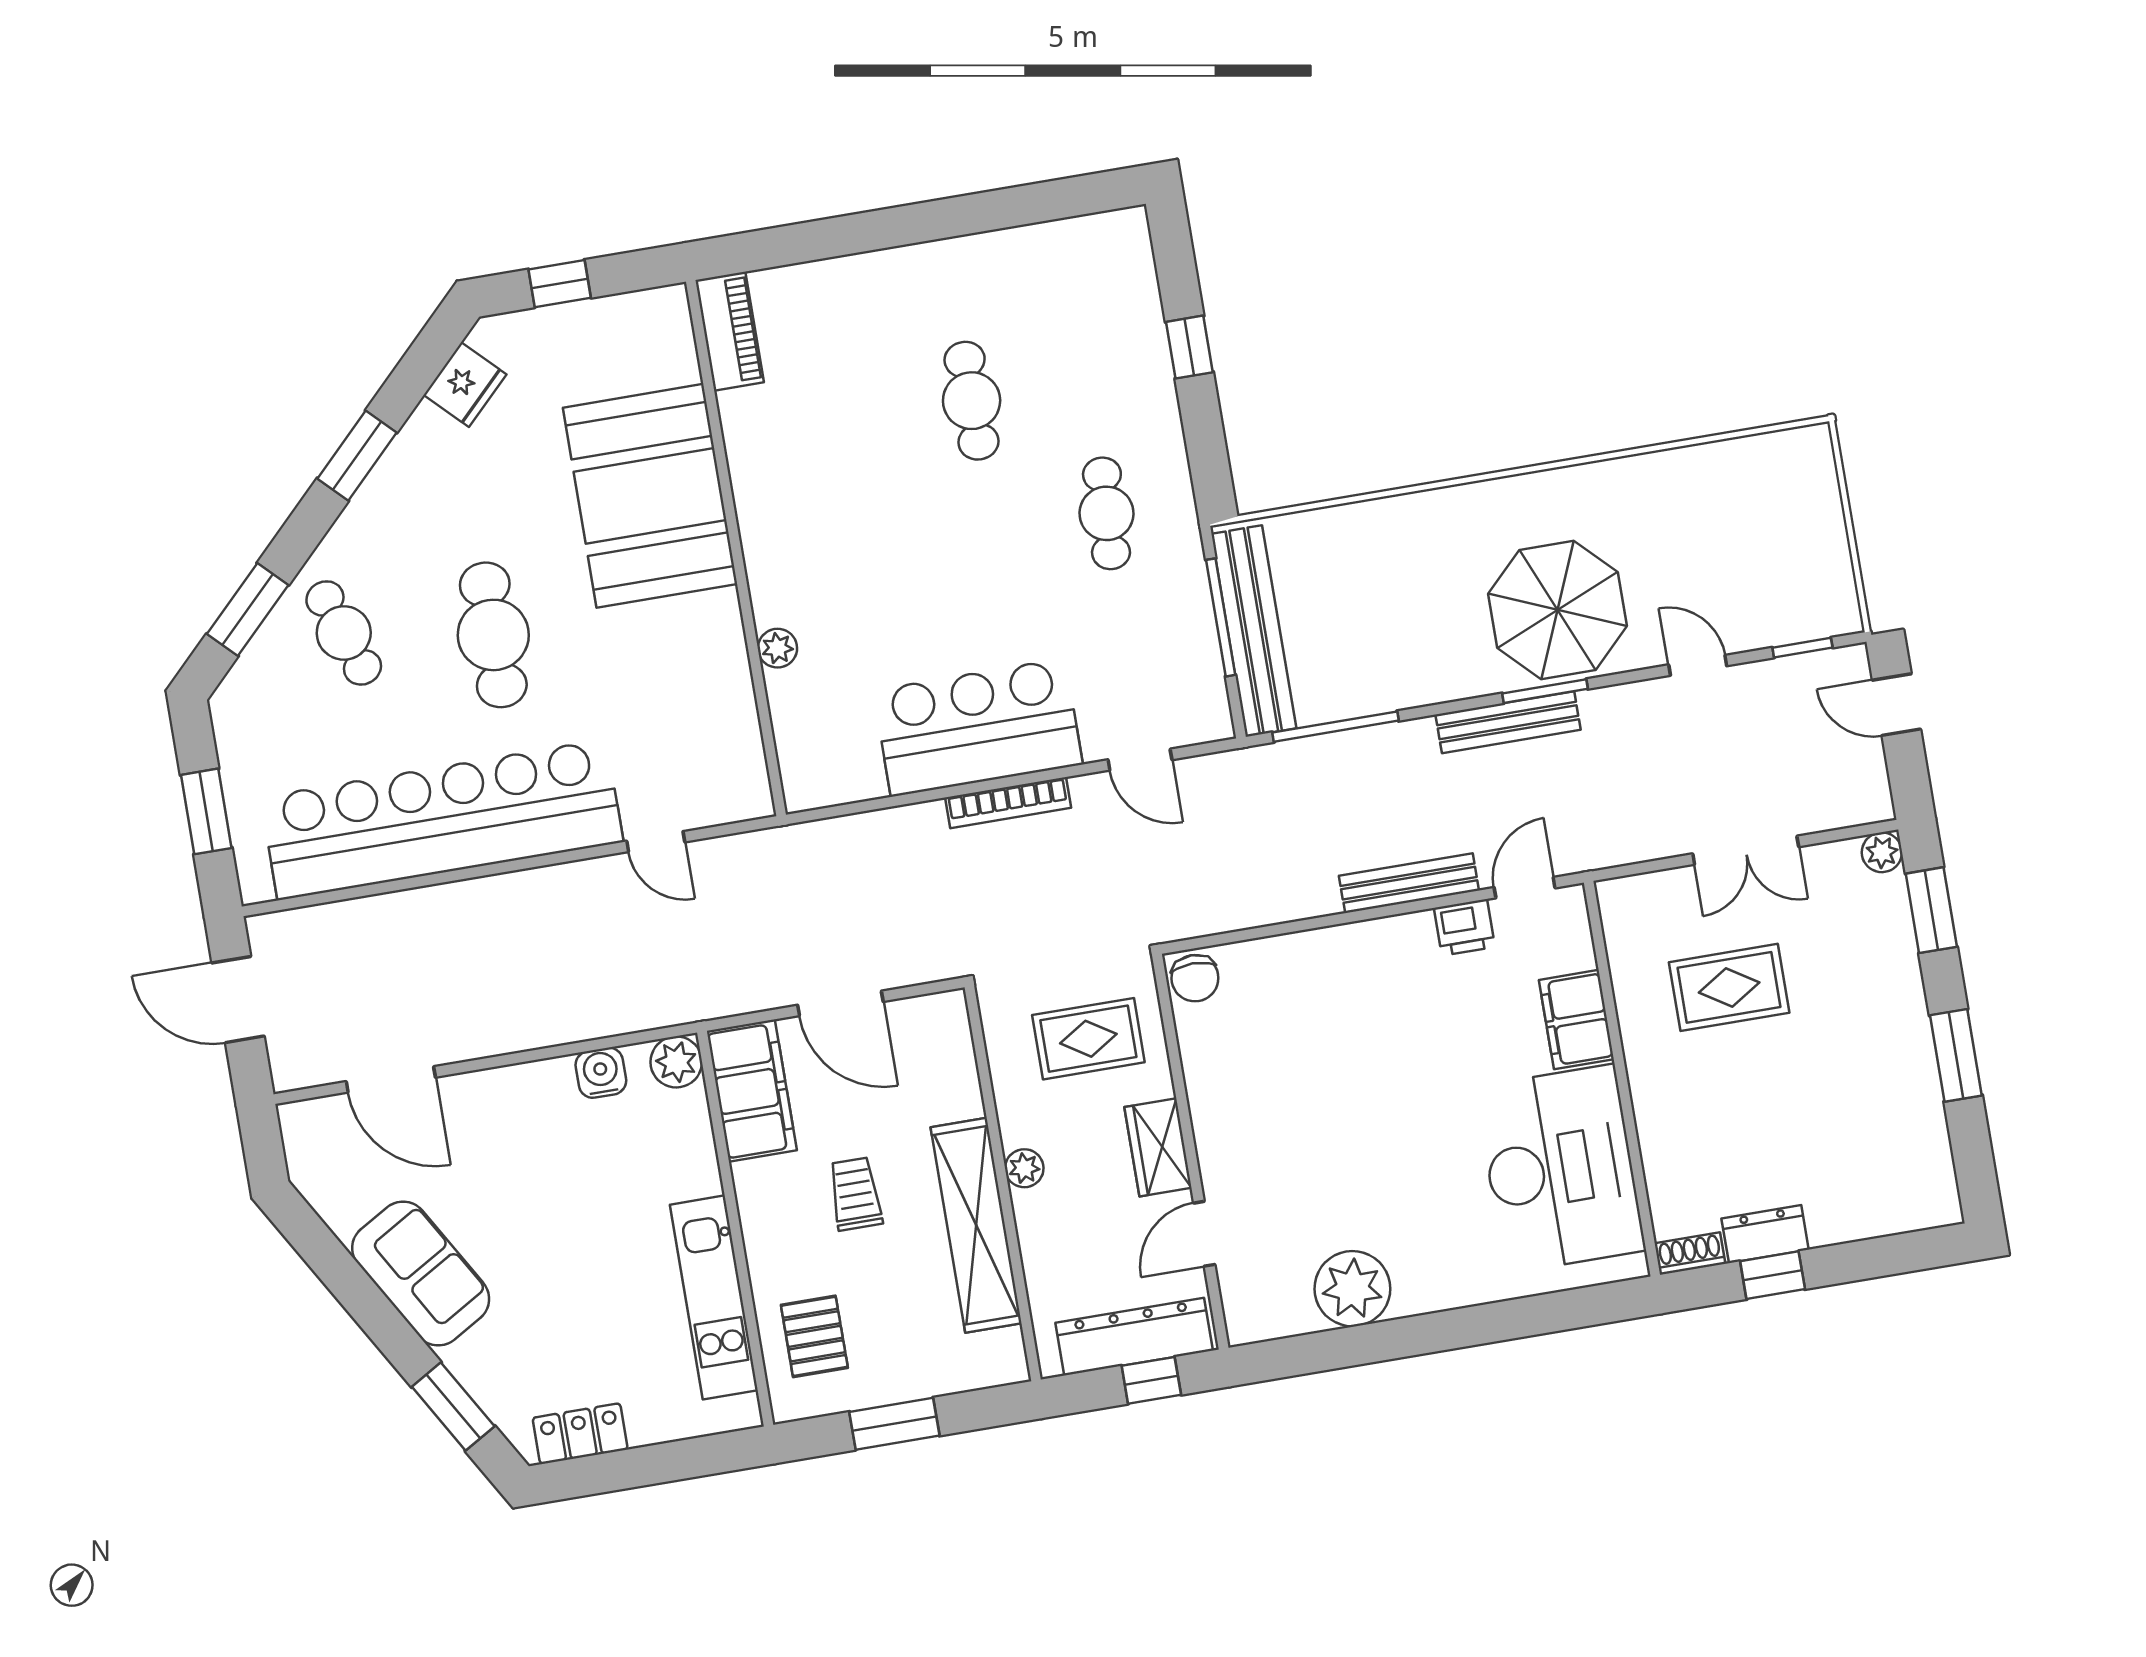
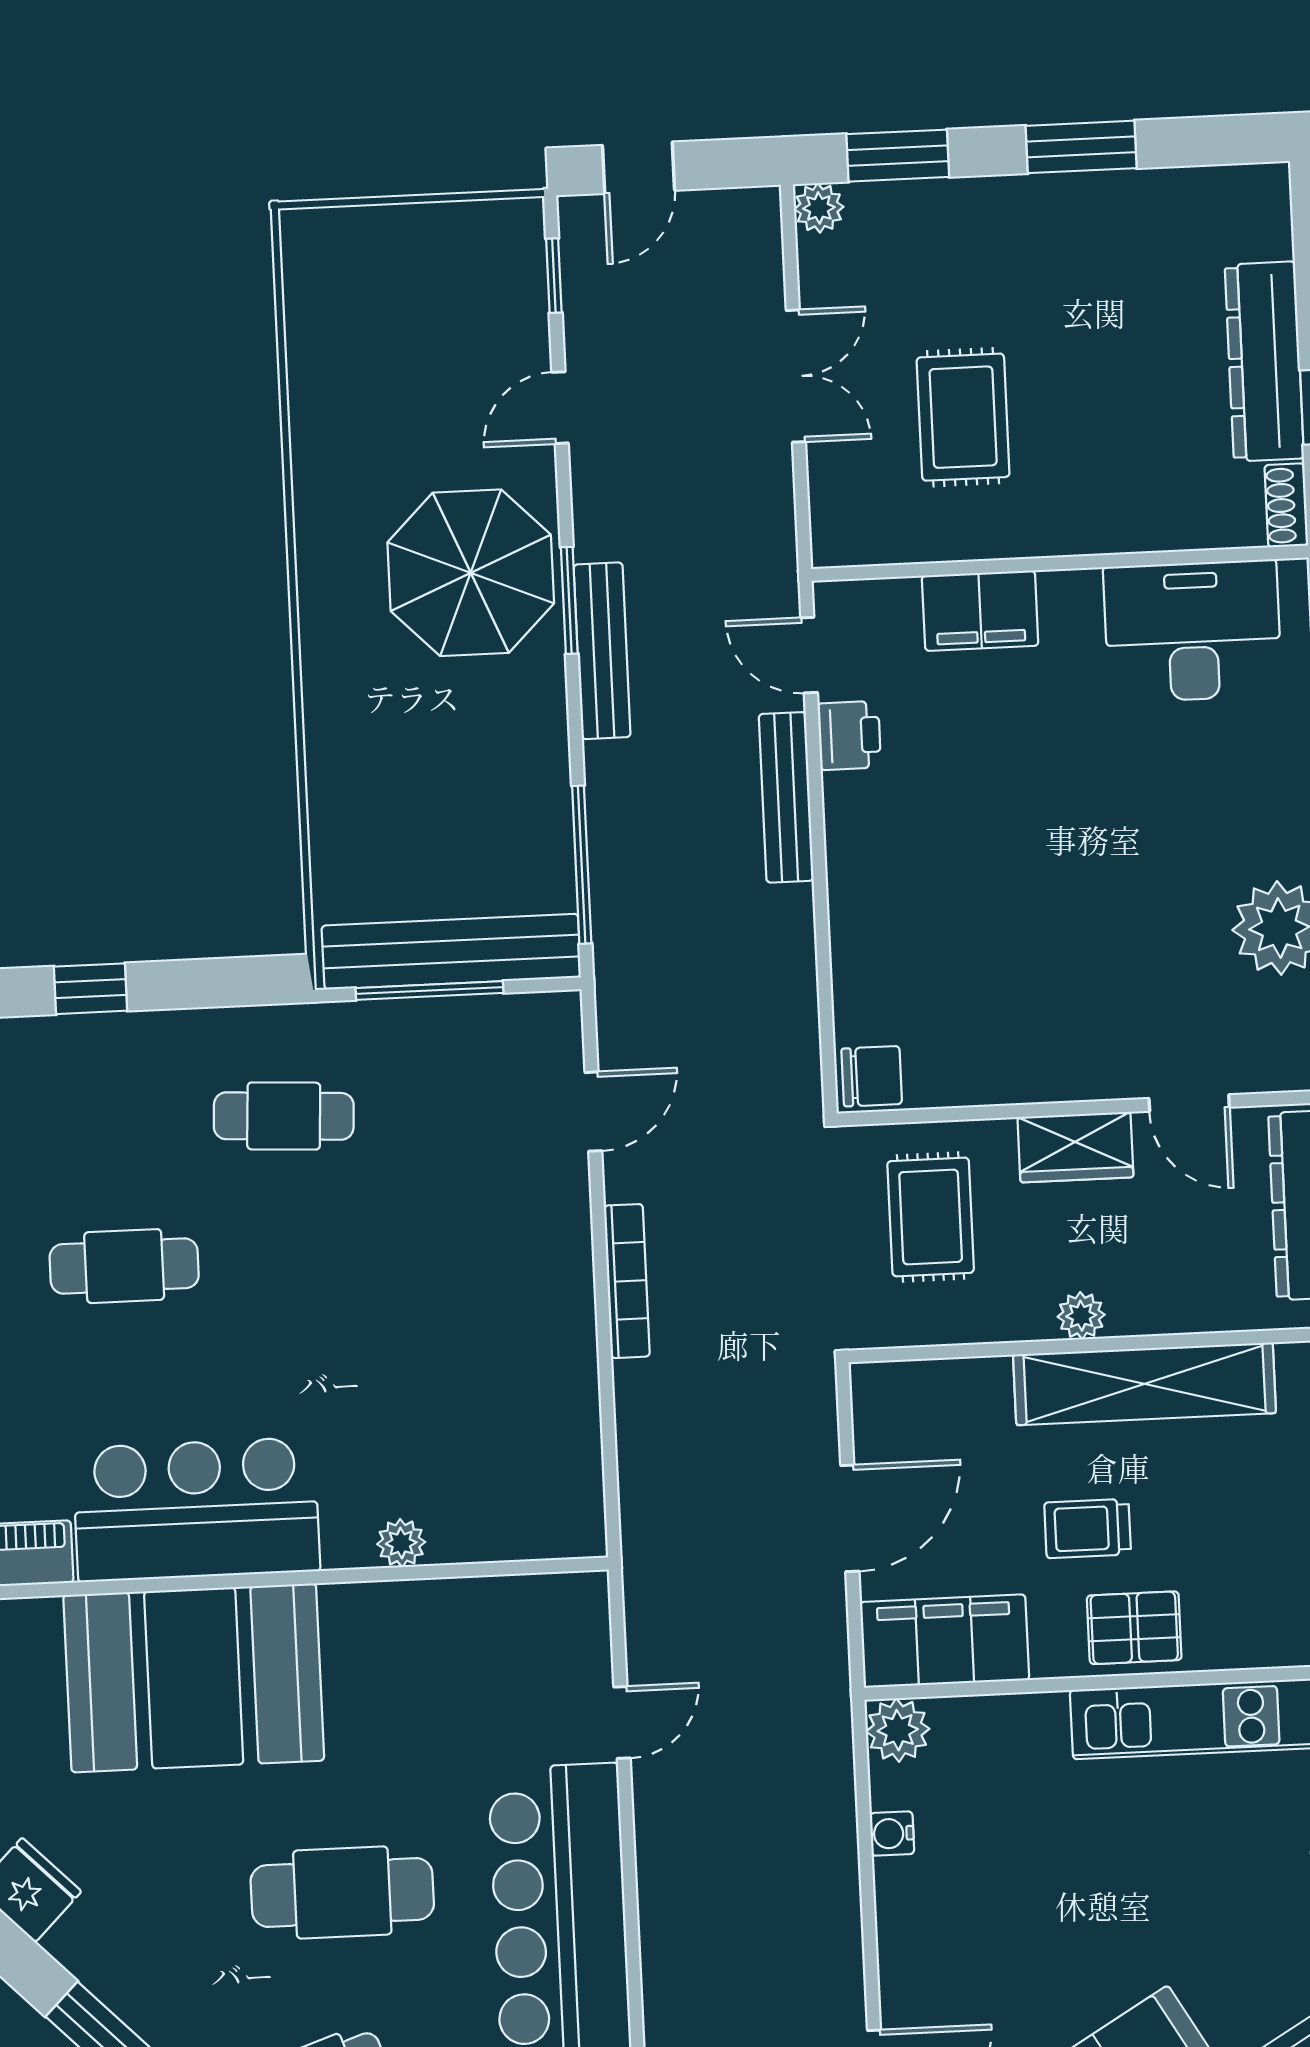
bar counter: (978, 727) -> (196, 1510), moved, turned 90
water cooler: (601, 1073) -> (892, 1834), width x0.72, depth x0.72
desk: (1560, 1169) -> (1193, 631), width x0.73, depth x0.77
dresser: (1765, 1234) -> (1264, 362), width x1.96, depth x1.24
pallet: (814, 1336) -> (1134, 1628), moved

